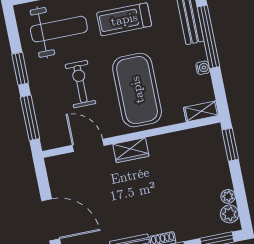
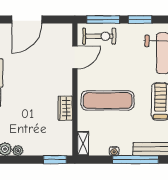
exercise bike: (80, 84) -> (99, 36), moved
exercise mat: (137, 90) -> (108, 101), width x0.68
wardrobe: (131, 150) -> (65, 108), moved

